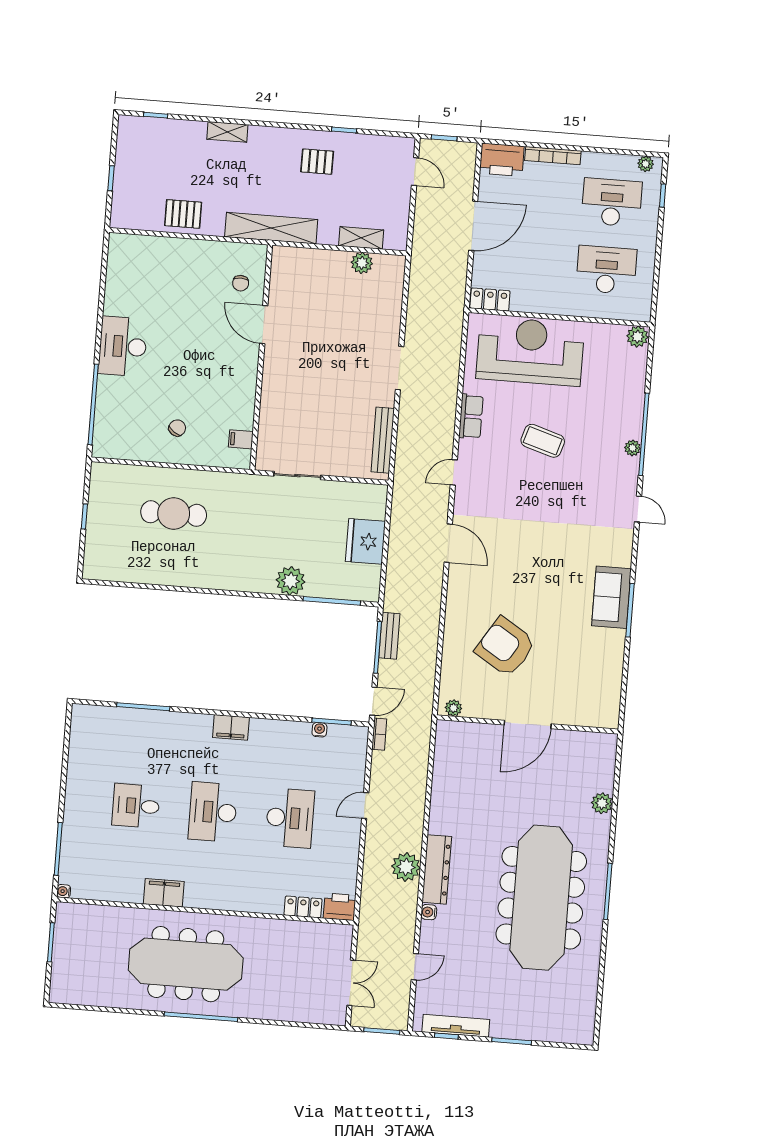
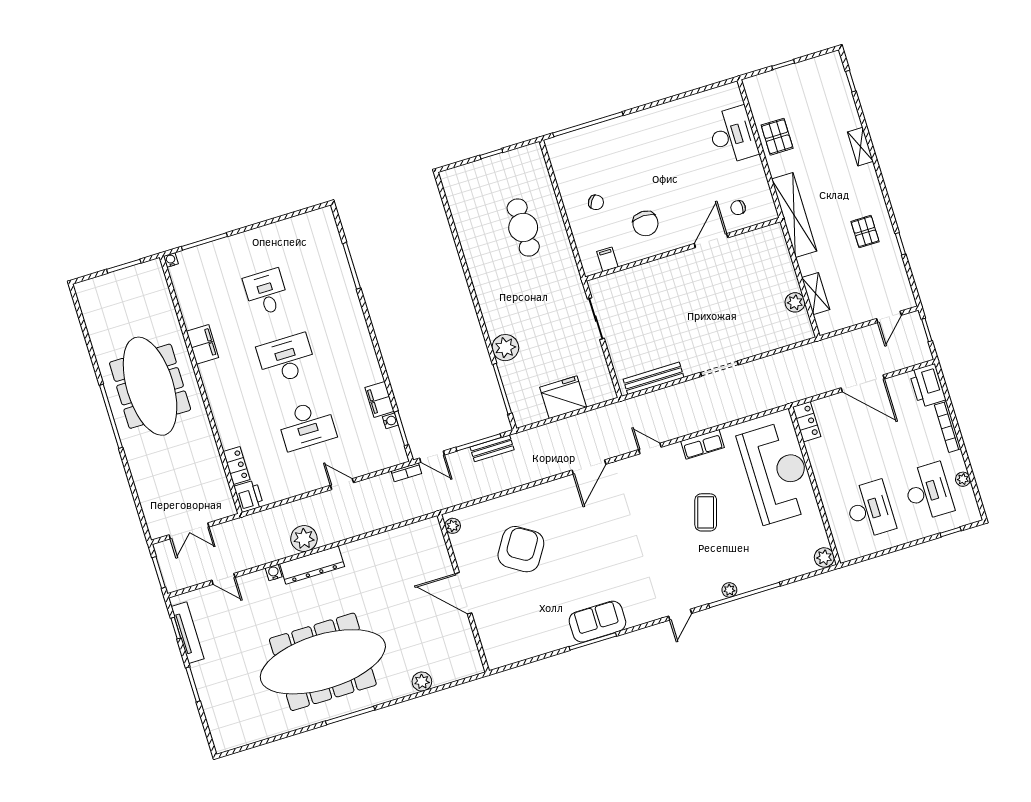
plant: (646, 164) -> (963, 479), moved
desk: (123, 346) -> (733, 135), moved, turned 90
chair: (219, 385) -> (645, 223), added
filing cabinet: (231, 727) -> (379, 399), moved

